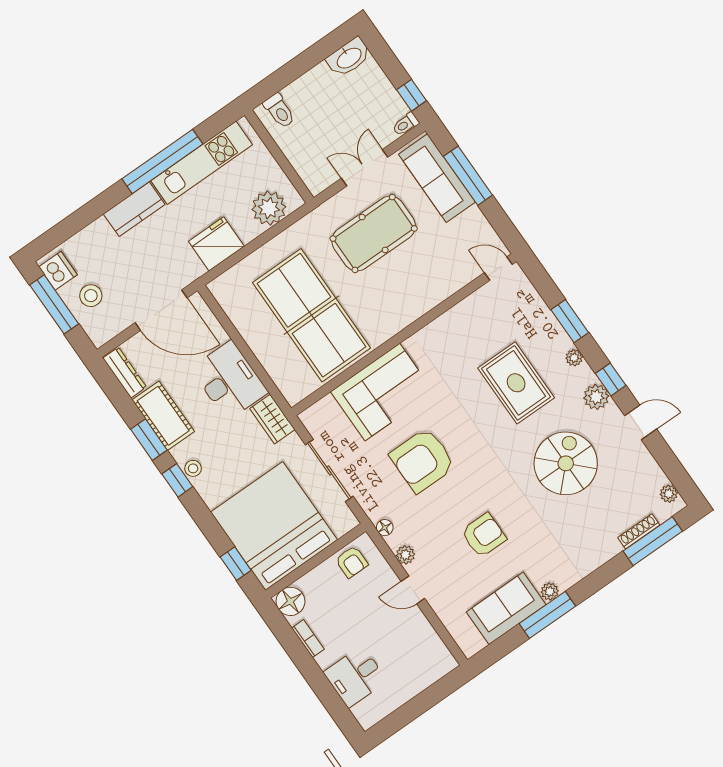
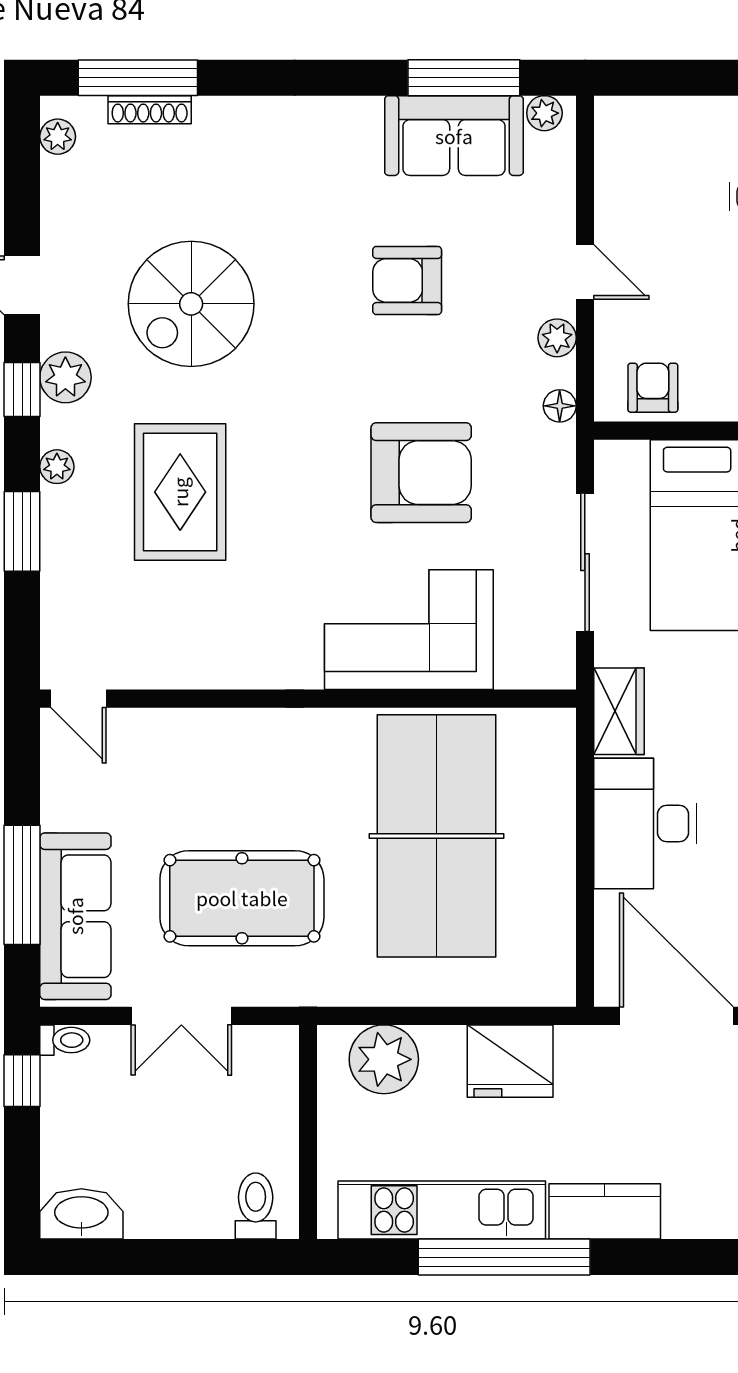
plant: (550, 591) -> (544, 113), moved
window: (547, 615) -> (464, 78), moved

